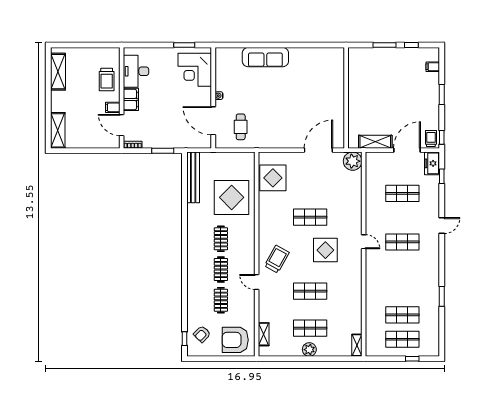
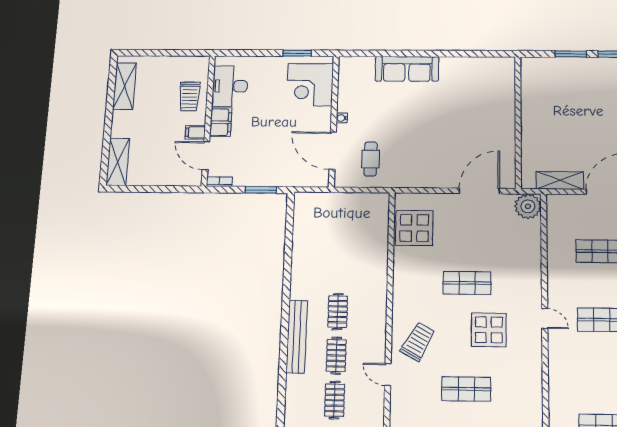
bench: (193, 177) -> (297, 336), moved
display table: (232, 197) -> (355, 254), removed

